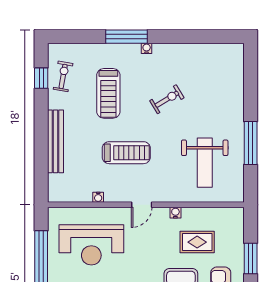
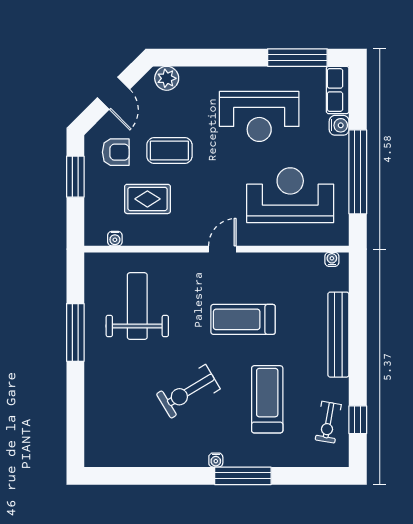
exercise bike: (167, 99) -> (188, 391), width x1.38, depth x1.39
water cooler: (98, 197) -> (332, 259), moved
water cooler: (175, 213) -> (115, 239), moved

